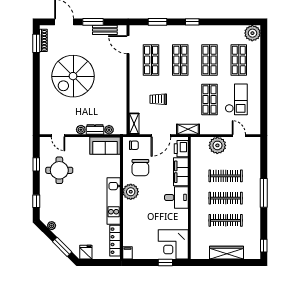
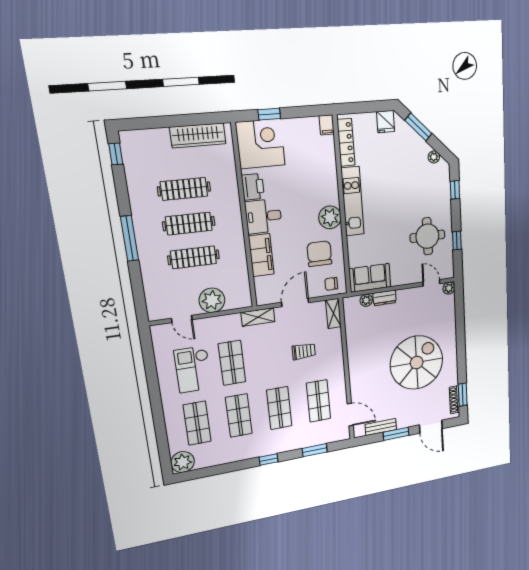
plant: (81, 130) -> (449, 288), moved
printer: (181, 149) -> (253, 187), moved
wardrobe: (227, 253) -> (198, 135), moved

